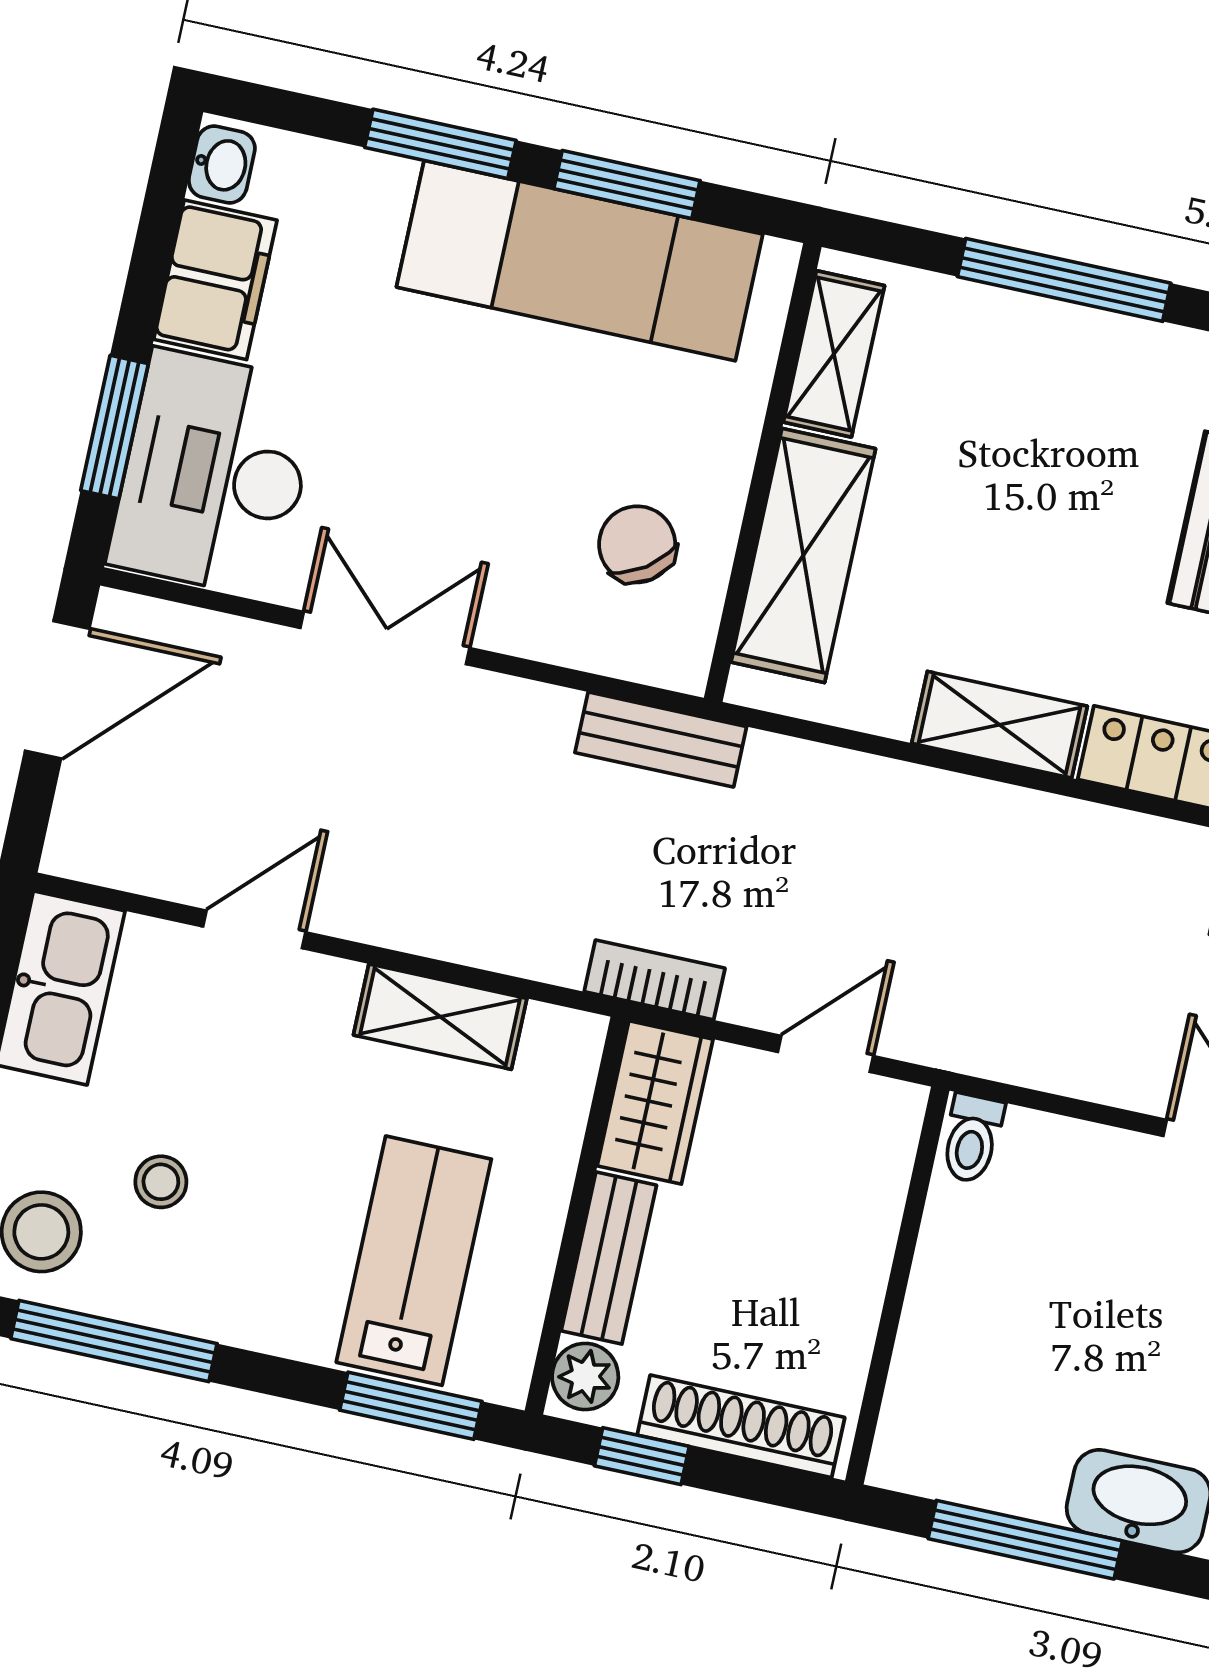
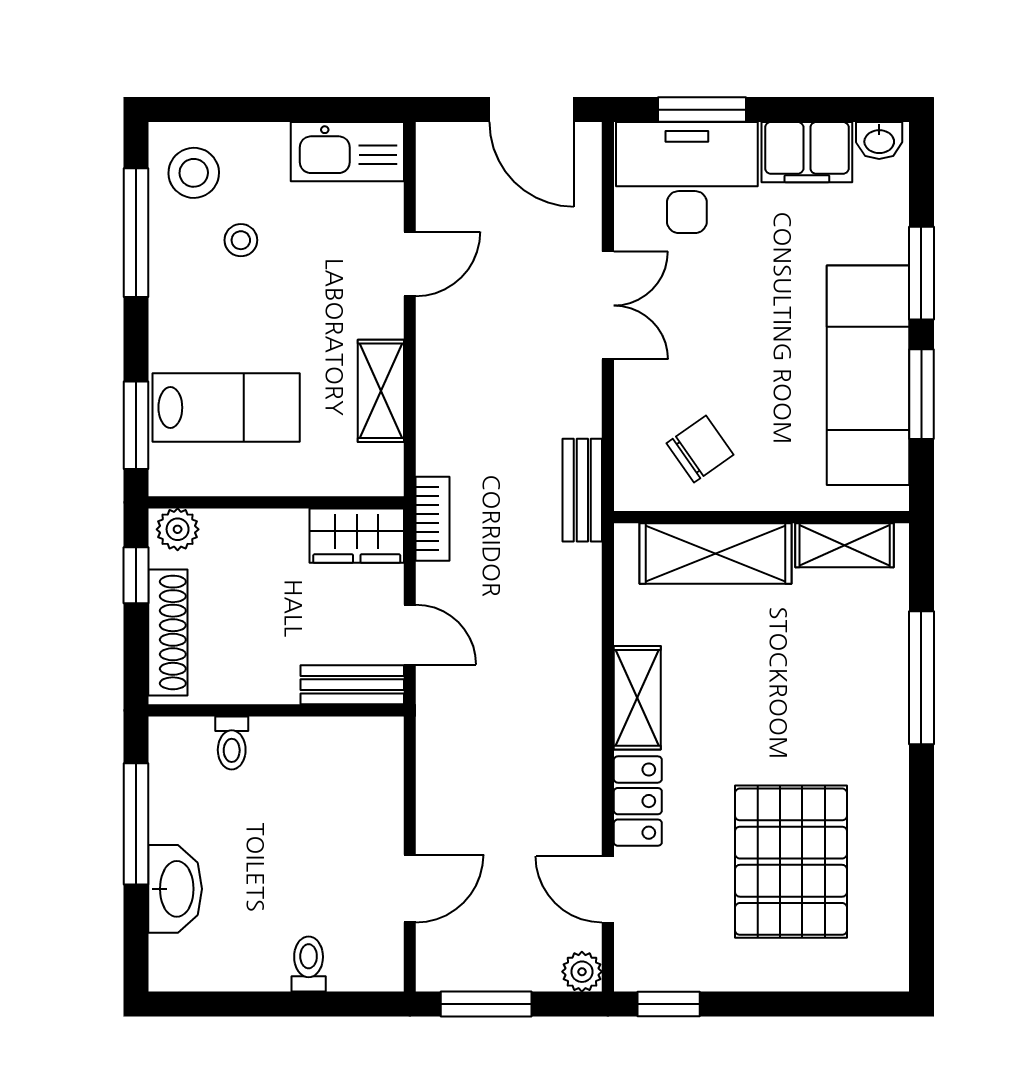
door: (254, 929) -> (410, 264), hinge flipped
toilet: (972, 1138) -> (232, 743), moved, turned -90
bench: (609, 1258) -> (352, 685), moved

